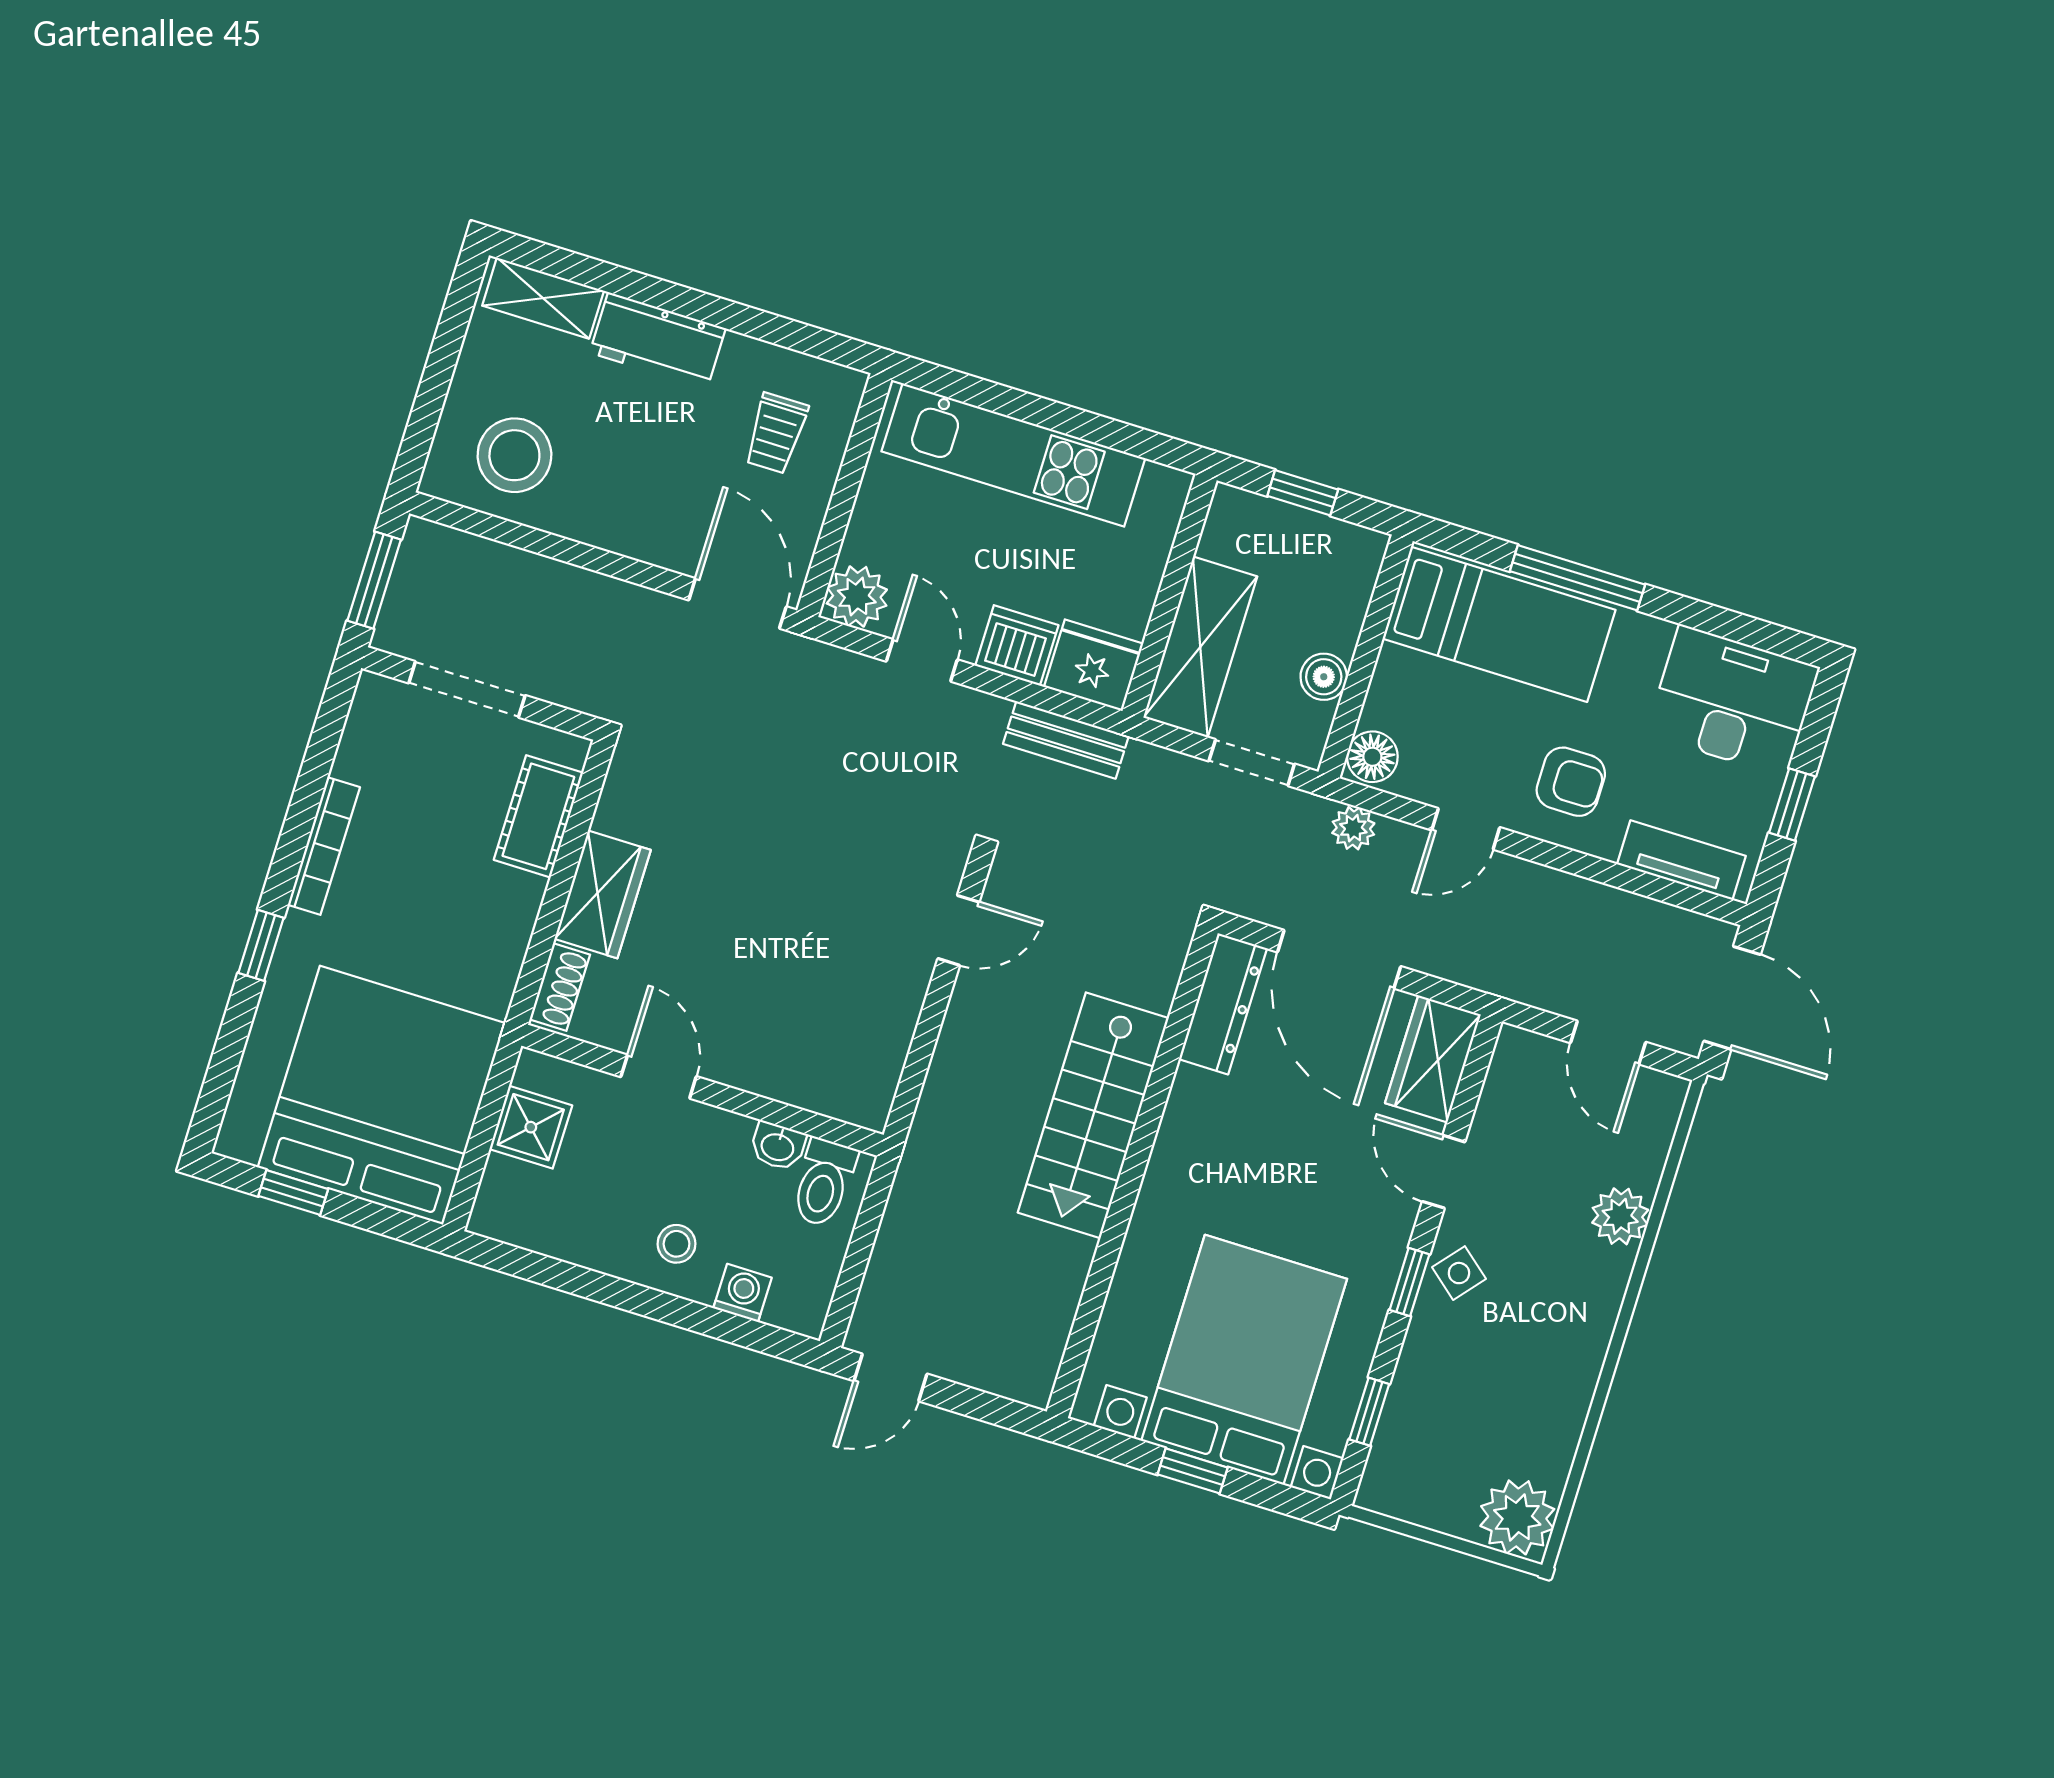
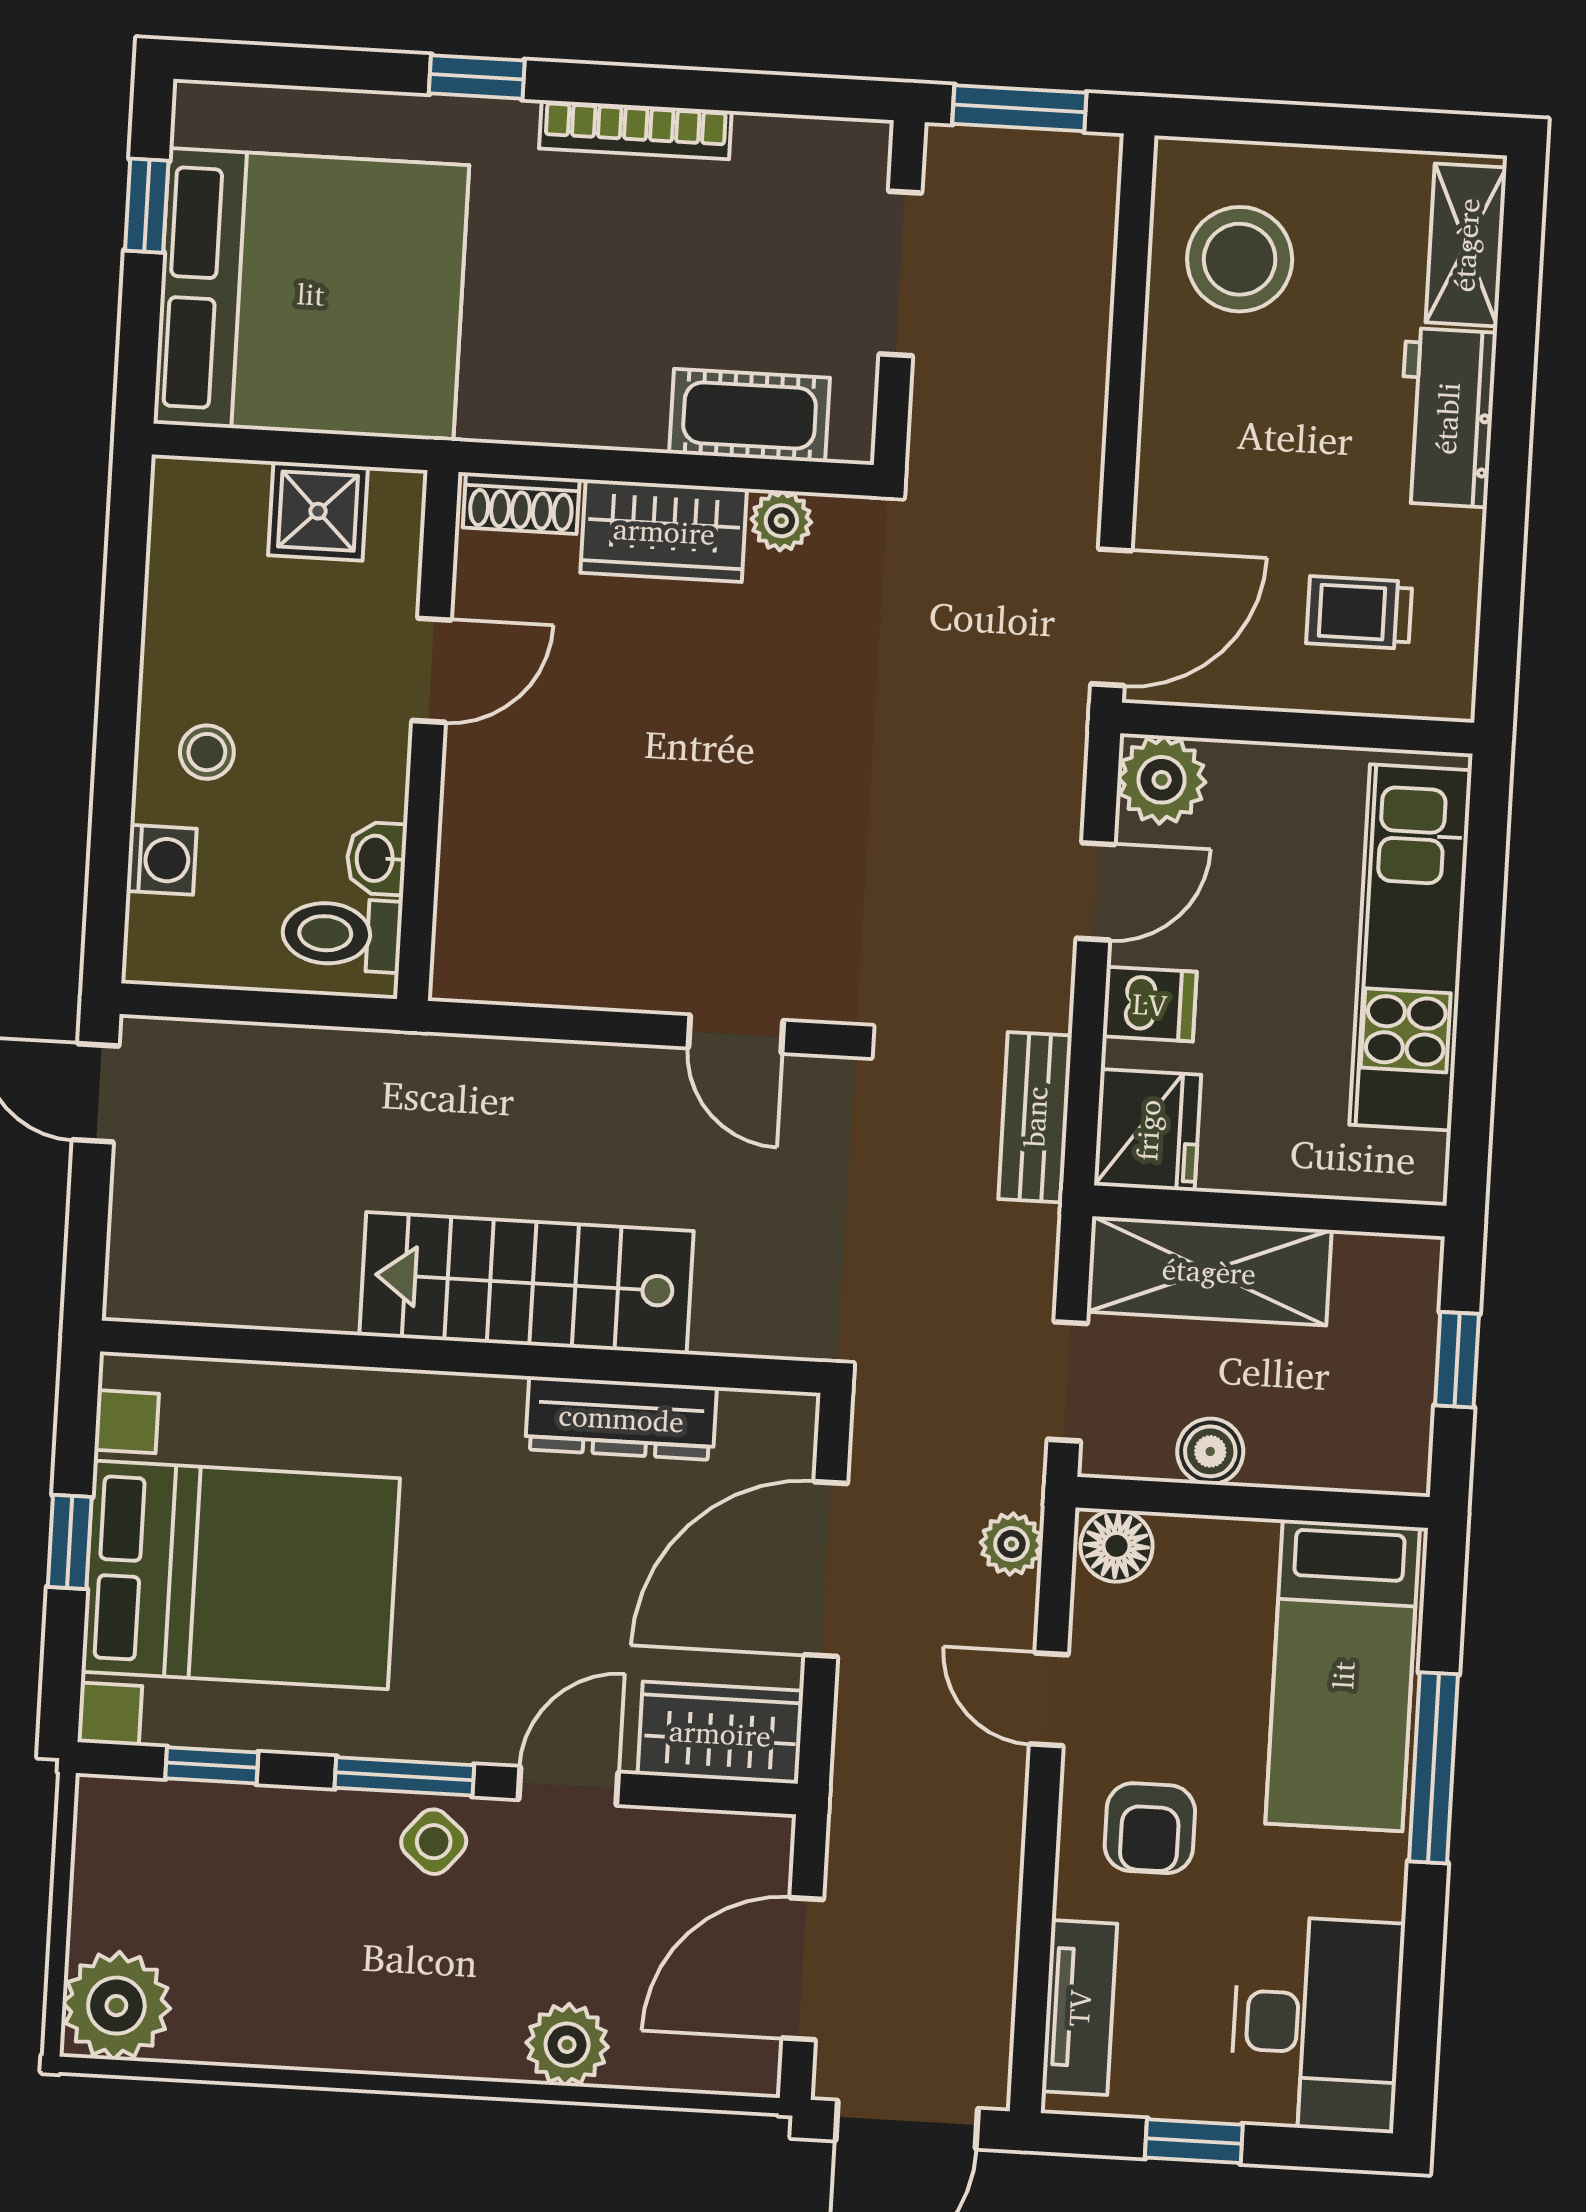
dishwasher: (1017, 645) -> (1150, 1004), width x0.73
plant: (616, 812) -> (781, 521), added
dresser: (1223, 1004) -> (621, 1418), moved
door: (1608, 1043) -> (803, 1969), width x1.38
window: (1409, 1282) -> (404, 1776), width x1.50

